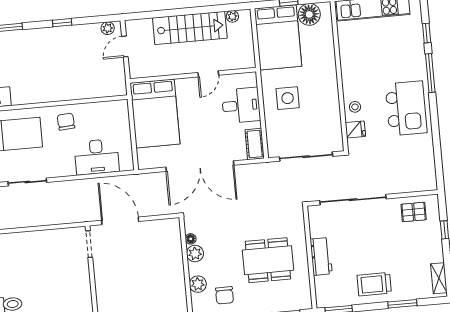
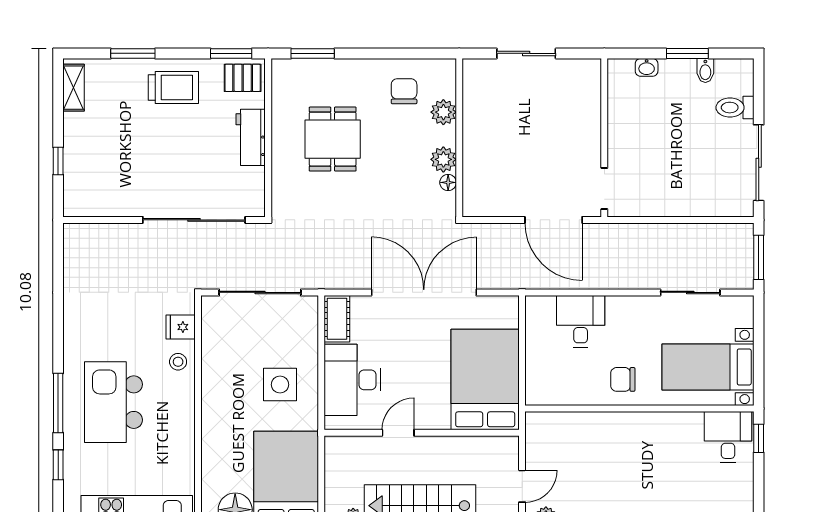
desk: (241, 105) -> (352, 380), width x1.37
kitchen island: (406, 108) -> (114, 402), moved
chair: (66, 122) -> (623, 379), turned 94
desk: (97, 157) -> (581, 321), width x0.73
pallet: (414, 212) -> (243, 78), moved
dining table: (268, 260) -> (333, 139), width x0.73

